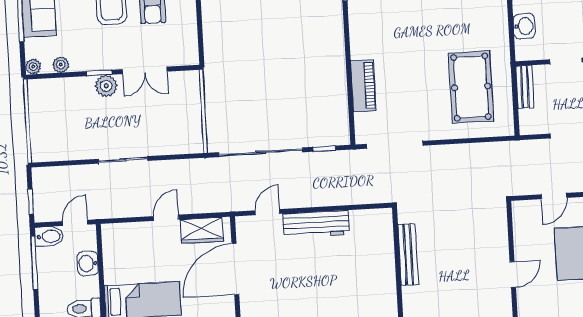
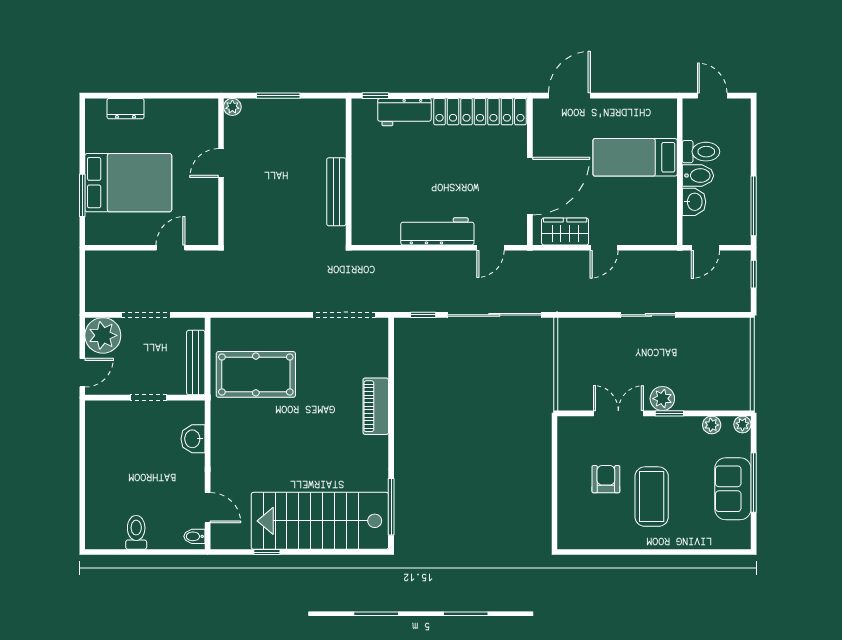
piano: (363, 86) -> (376, 406), moved
pool table: (471, 87) -> (256, 374), turned 90
bench: (525, 87) -> (196, 363), width x1.36
bidet: (49, 236) -> (698, 176), moved, turned 180

